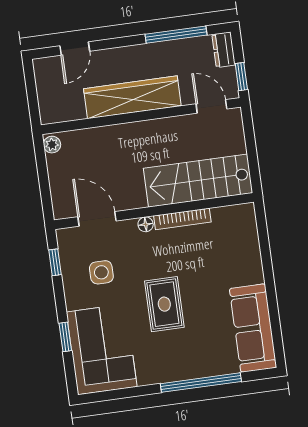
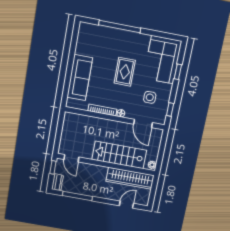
wardrobe: (132, 97) -> (130, 178), moved
stairs: (198, 181) -> (119, 155), moved, turned 180
sofa: (253, 328) -> (80, 78), moved

